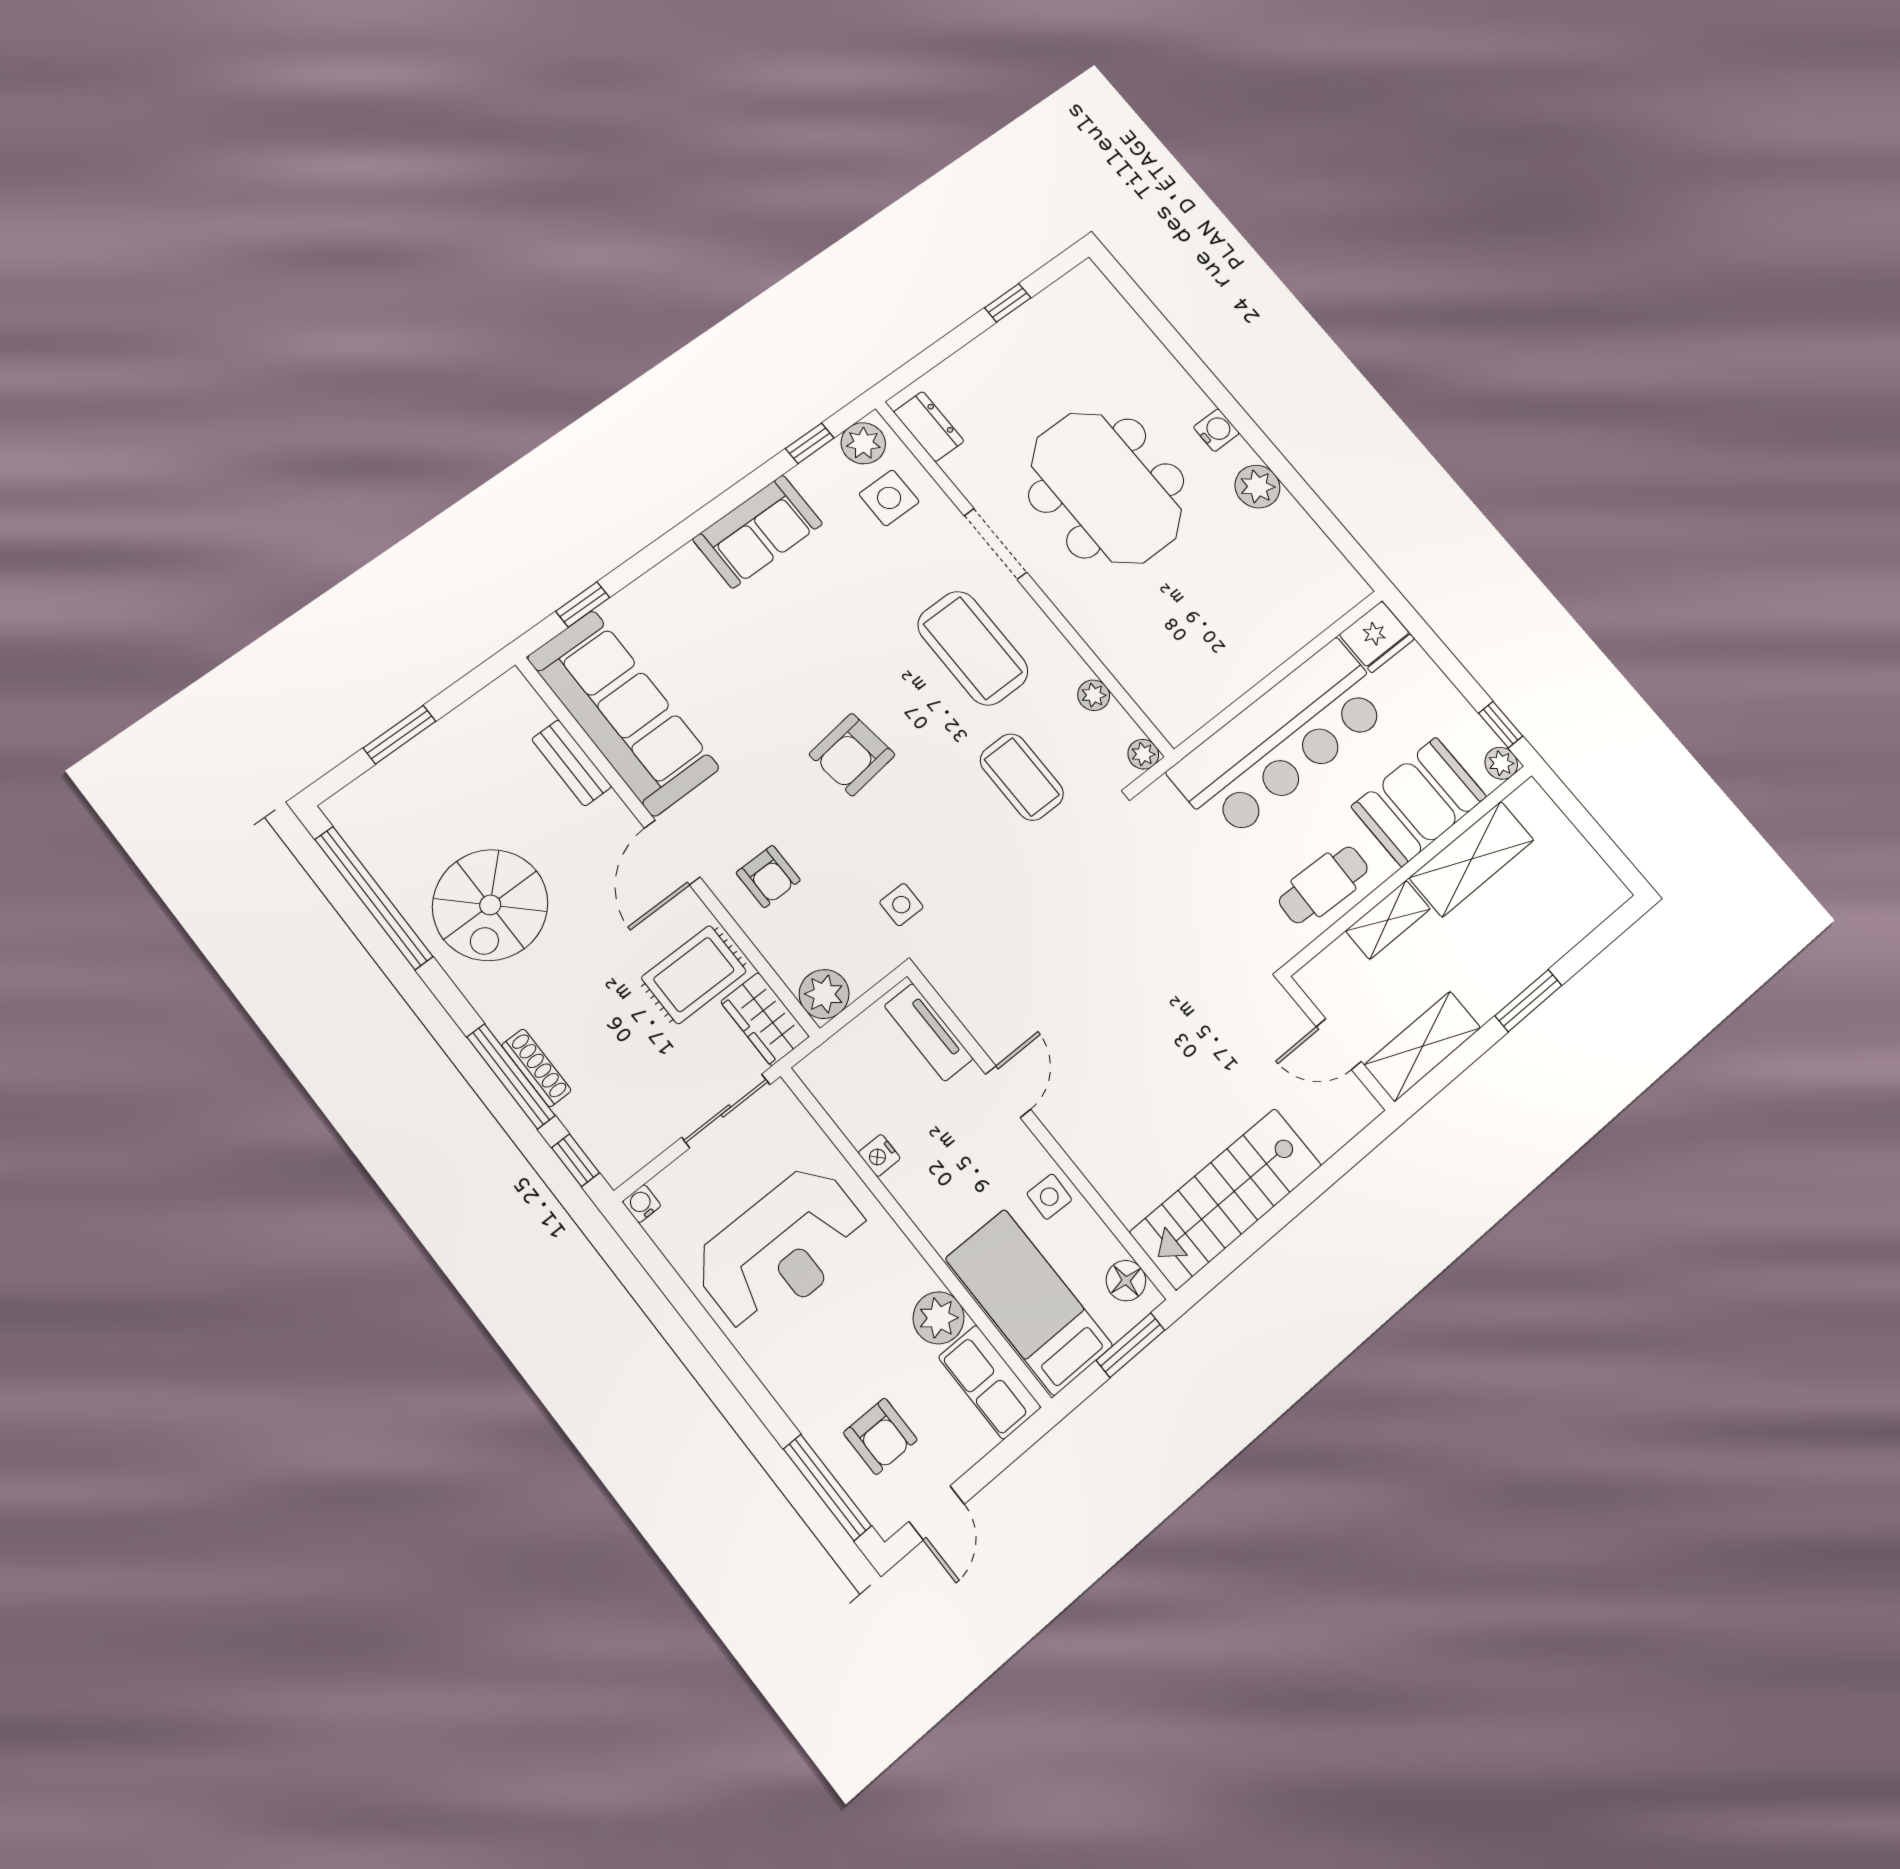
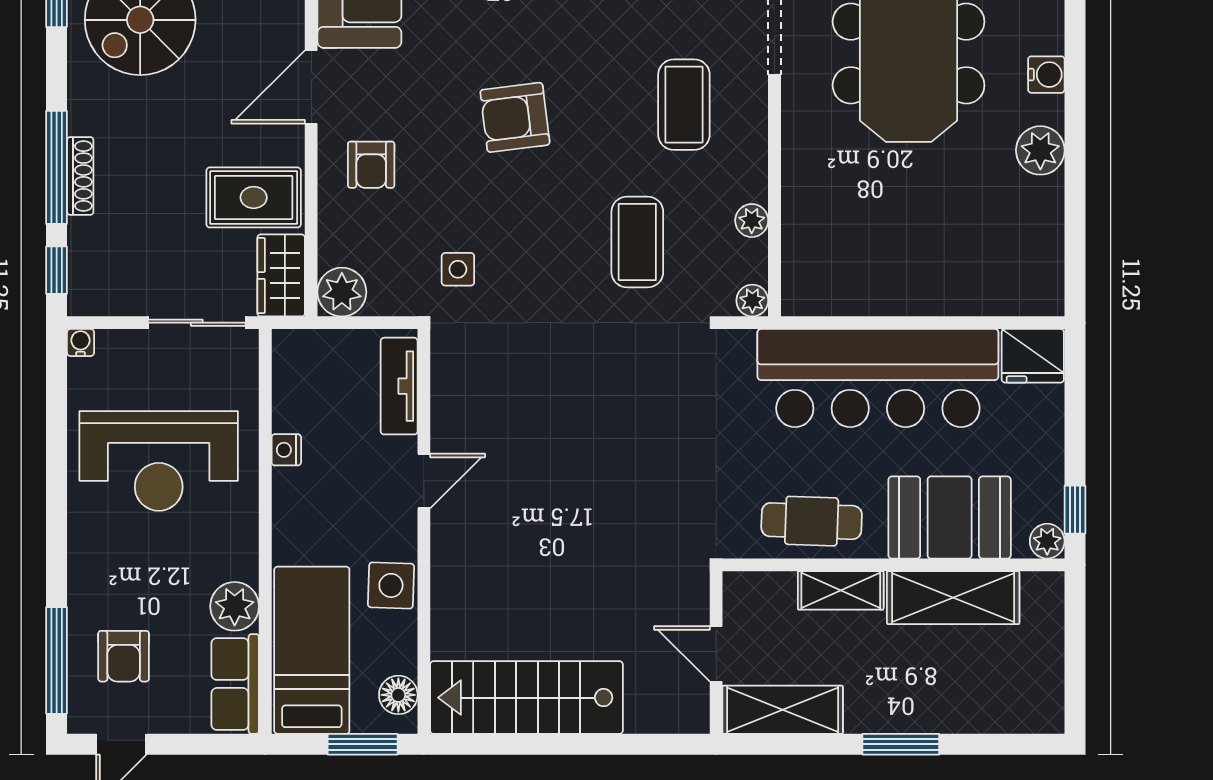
coffee table: (973, 648) -> (684, 105), width x0.73, depth x0.76
side table: (1049, 1197) -> (391, 585), width x1.37, depth x1.37

